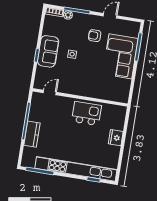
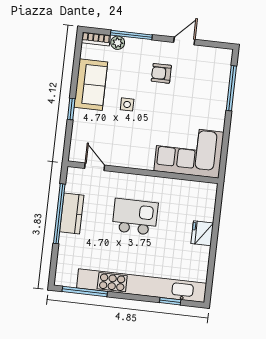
sofa: (48, 51) -> (91, 85), moved
corner sofa: (120, 56) -> (189, 151), moved, turned 90
door: (50, 92) -> (95, 167), hinge flipped
kitchen island: (87, 113) -> (135, 217), moved
kitchen counter: (32, 134) -> (72, 213), moved

